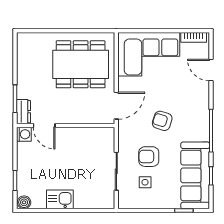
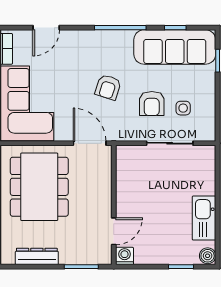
dresser: (24, 112) -> (37, 256), moved, width x1.44
kitchen sink: (60, 199) -> (204, 218), width x1.38

